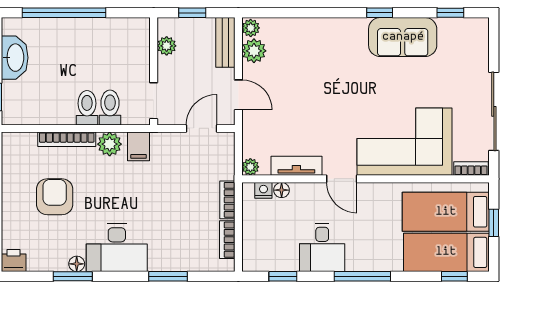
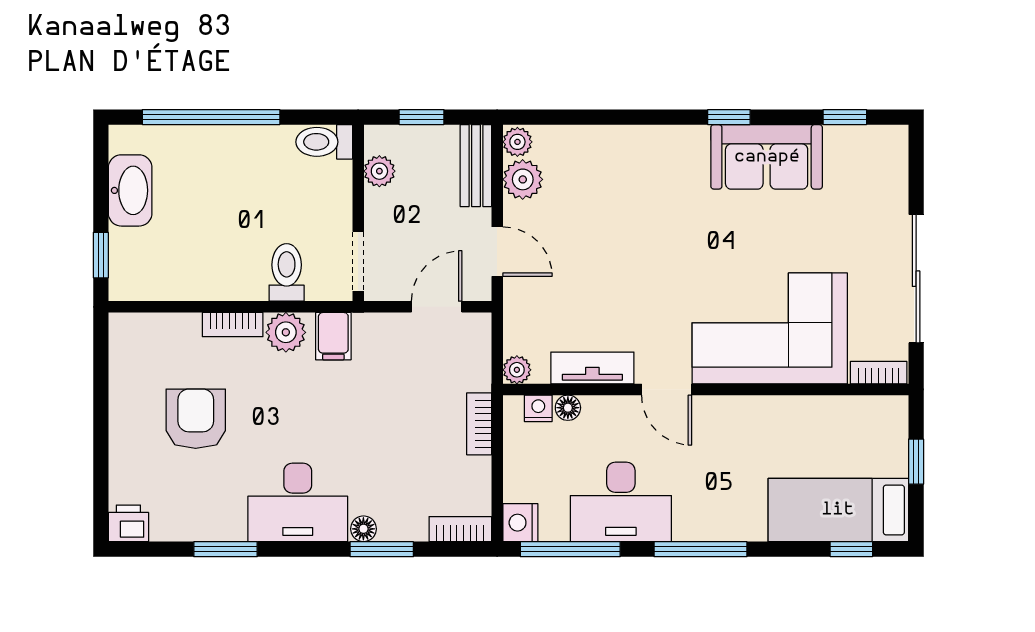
toilet: (87, 108) -> (324, 142), moved, turned -90
bookcase: (67, 139) -> (233, 325), width x0.64
bed: (446, 212) -> (837, 443), removed
bookcase: (227, 240) -> (460, 529), moved, turned 90
desk: (322, 247) -> (621, 502), width x1.37
nightstand: (253, 260) -> (520, 523), added
floor lamp: (77, 264) -> (363, 529), moved
window: (283, 276) -> (570, 549), width x2.17

